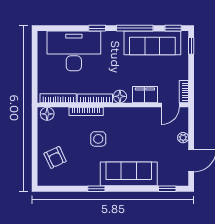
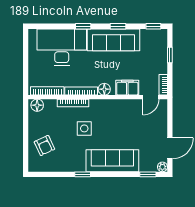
window: (135, 28) -> (118, 26), width x0.46
sofa: (152, 43) -> (113, 40), moved
window: (191, 46) -> (170, 55), moved
plant: (183, 138) -> (162, 167), moved

